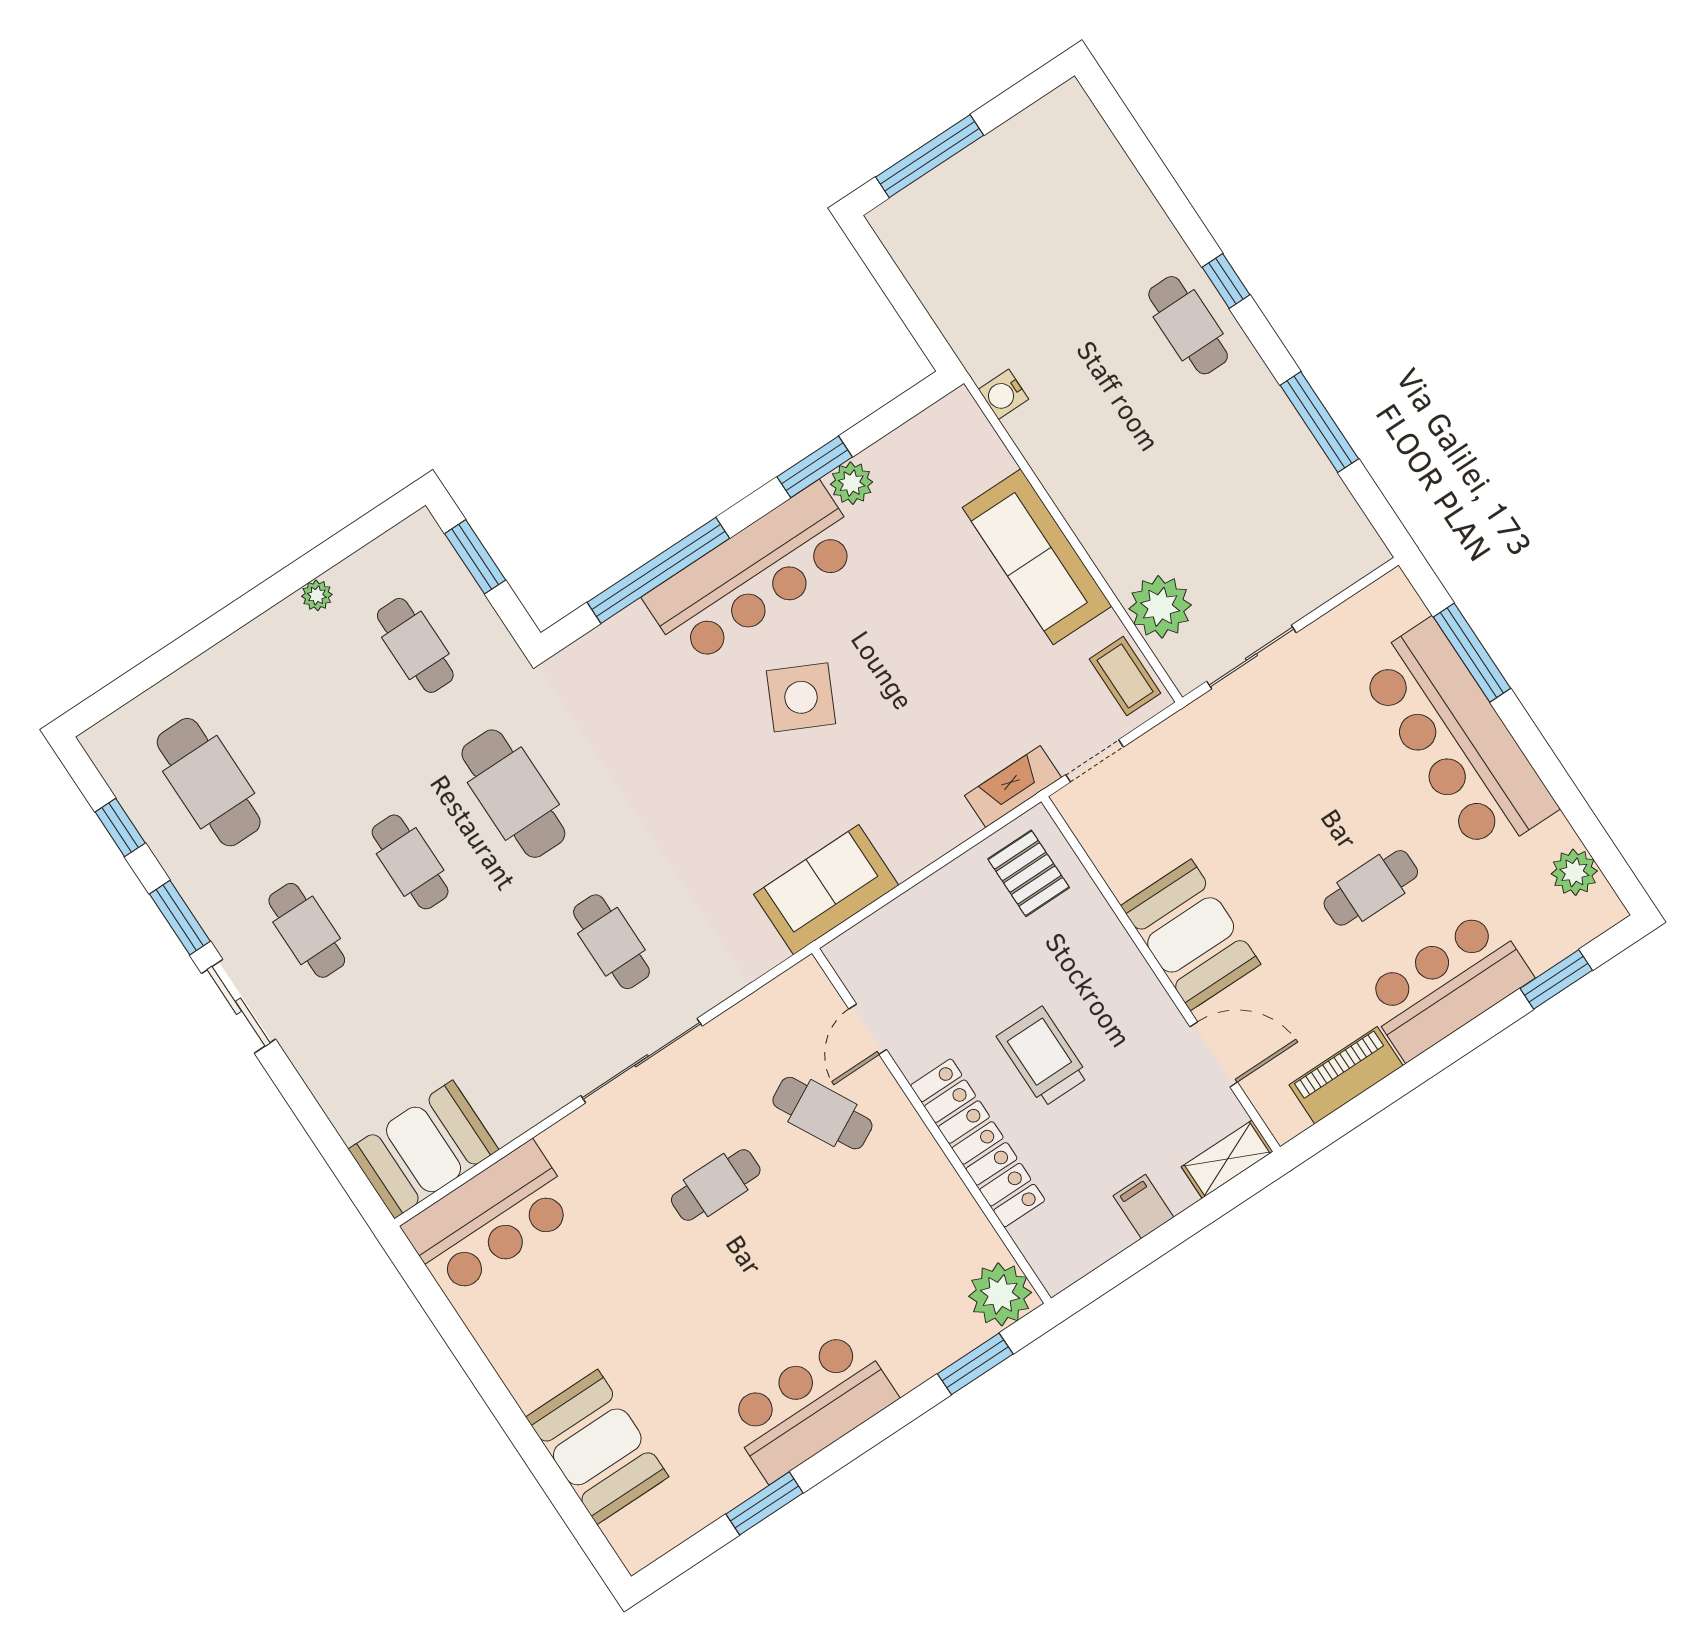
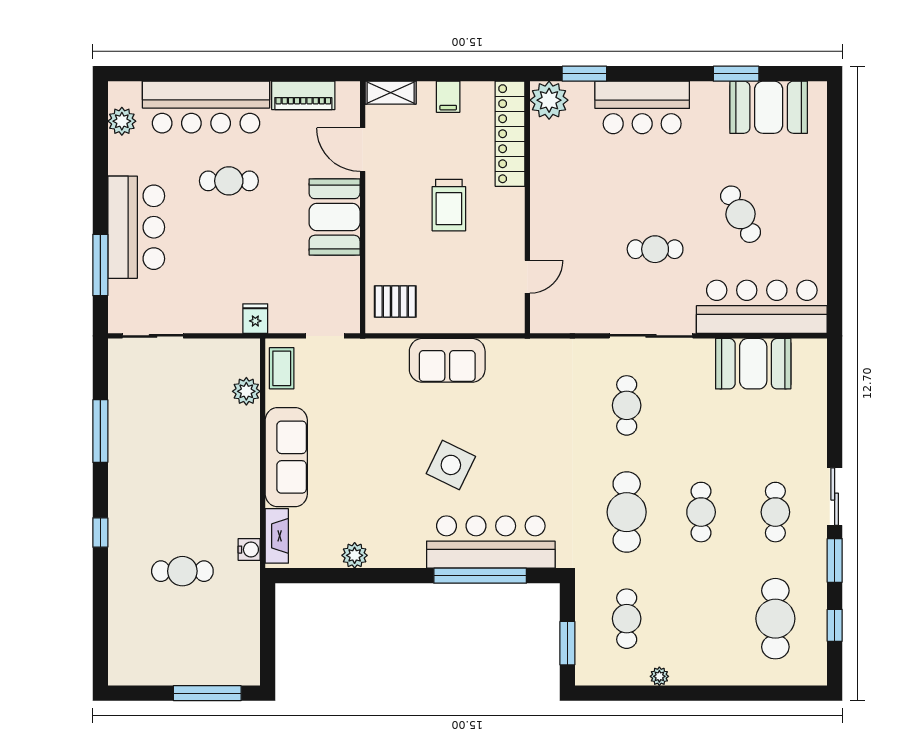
cafe table: (1188, 325) -> (182, 571), moved, turned 90
window: (815, 467) -> (368, 576), removed
bar counter: (754, 574) -> (491, 542), moved
plant: (1160, 607) -> (246, 391), width x0.73, depth x0.73
sliding door: (1251, 657) -> (153, 336), moved
fridge: (1207, 721) -> (255, 319), added
bar counter: (1457, 738) -> (136, 227), width x0.73
fireplace: (1013, 787) -> (277, 536), moved, turned -90
pallet: (1029, 873) -> (395, 301), turned 90
sofa: (826, 890) -> (447, 360), moved
window: (1556, 979) -> (166, 74), removed
bar counter: (1447, 985) -> (206, 107), width x1.36
cafe table: (822, 1113) -> (741, 214), moved
locker: (978, 1143) -> (510, 134), moved
booth: (424, 1149) -> (753, 364), moved
bar counter: (490, 1219) -> (762, 307), width x1.36
bar counter: (811, 1405) -> (642, 107), moved
booth: (597, 1447) -> (769, 107), moved, turned 90

